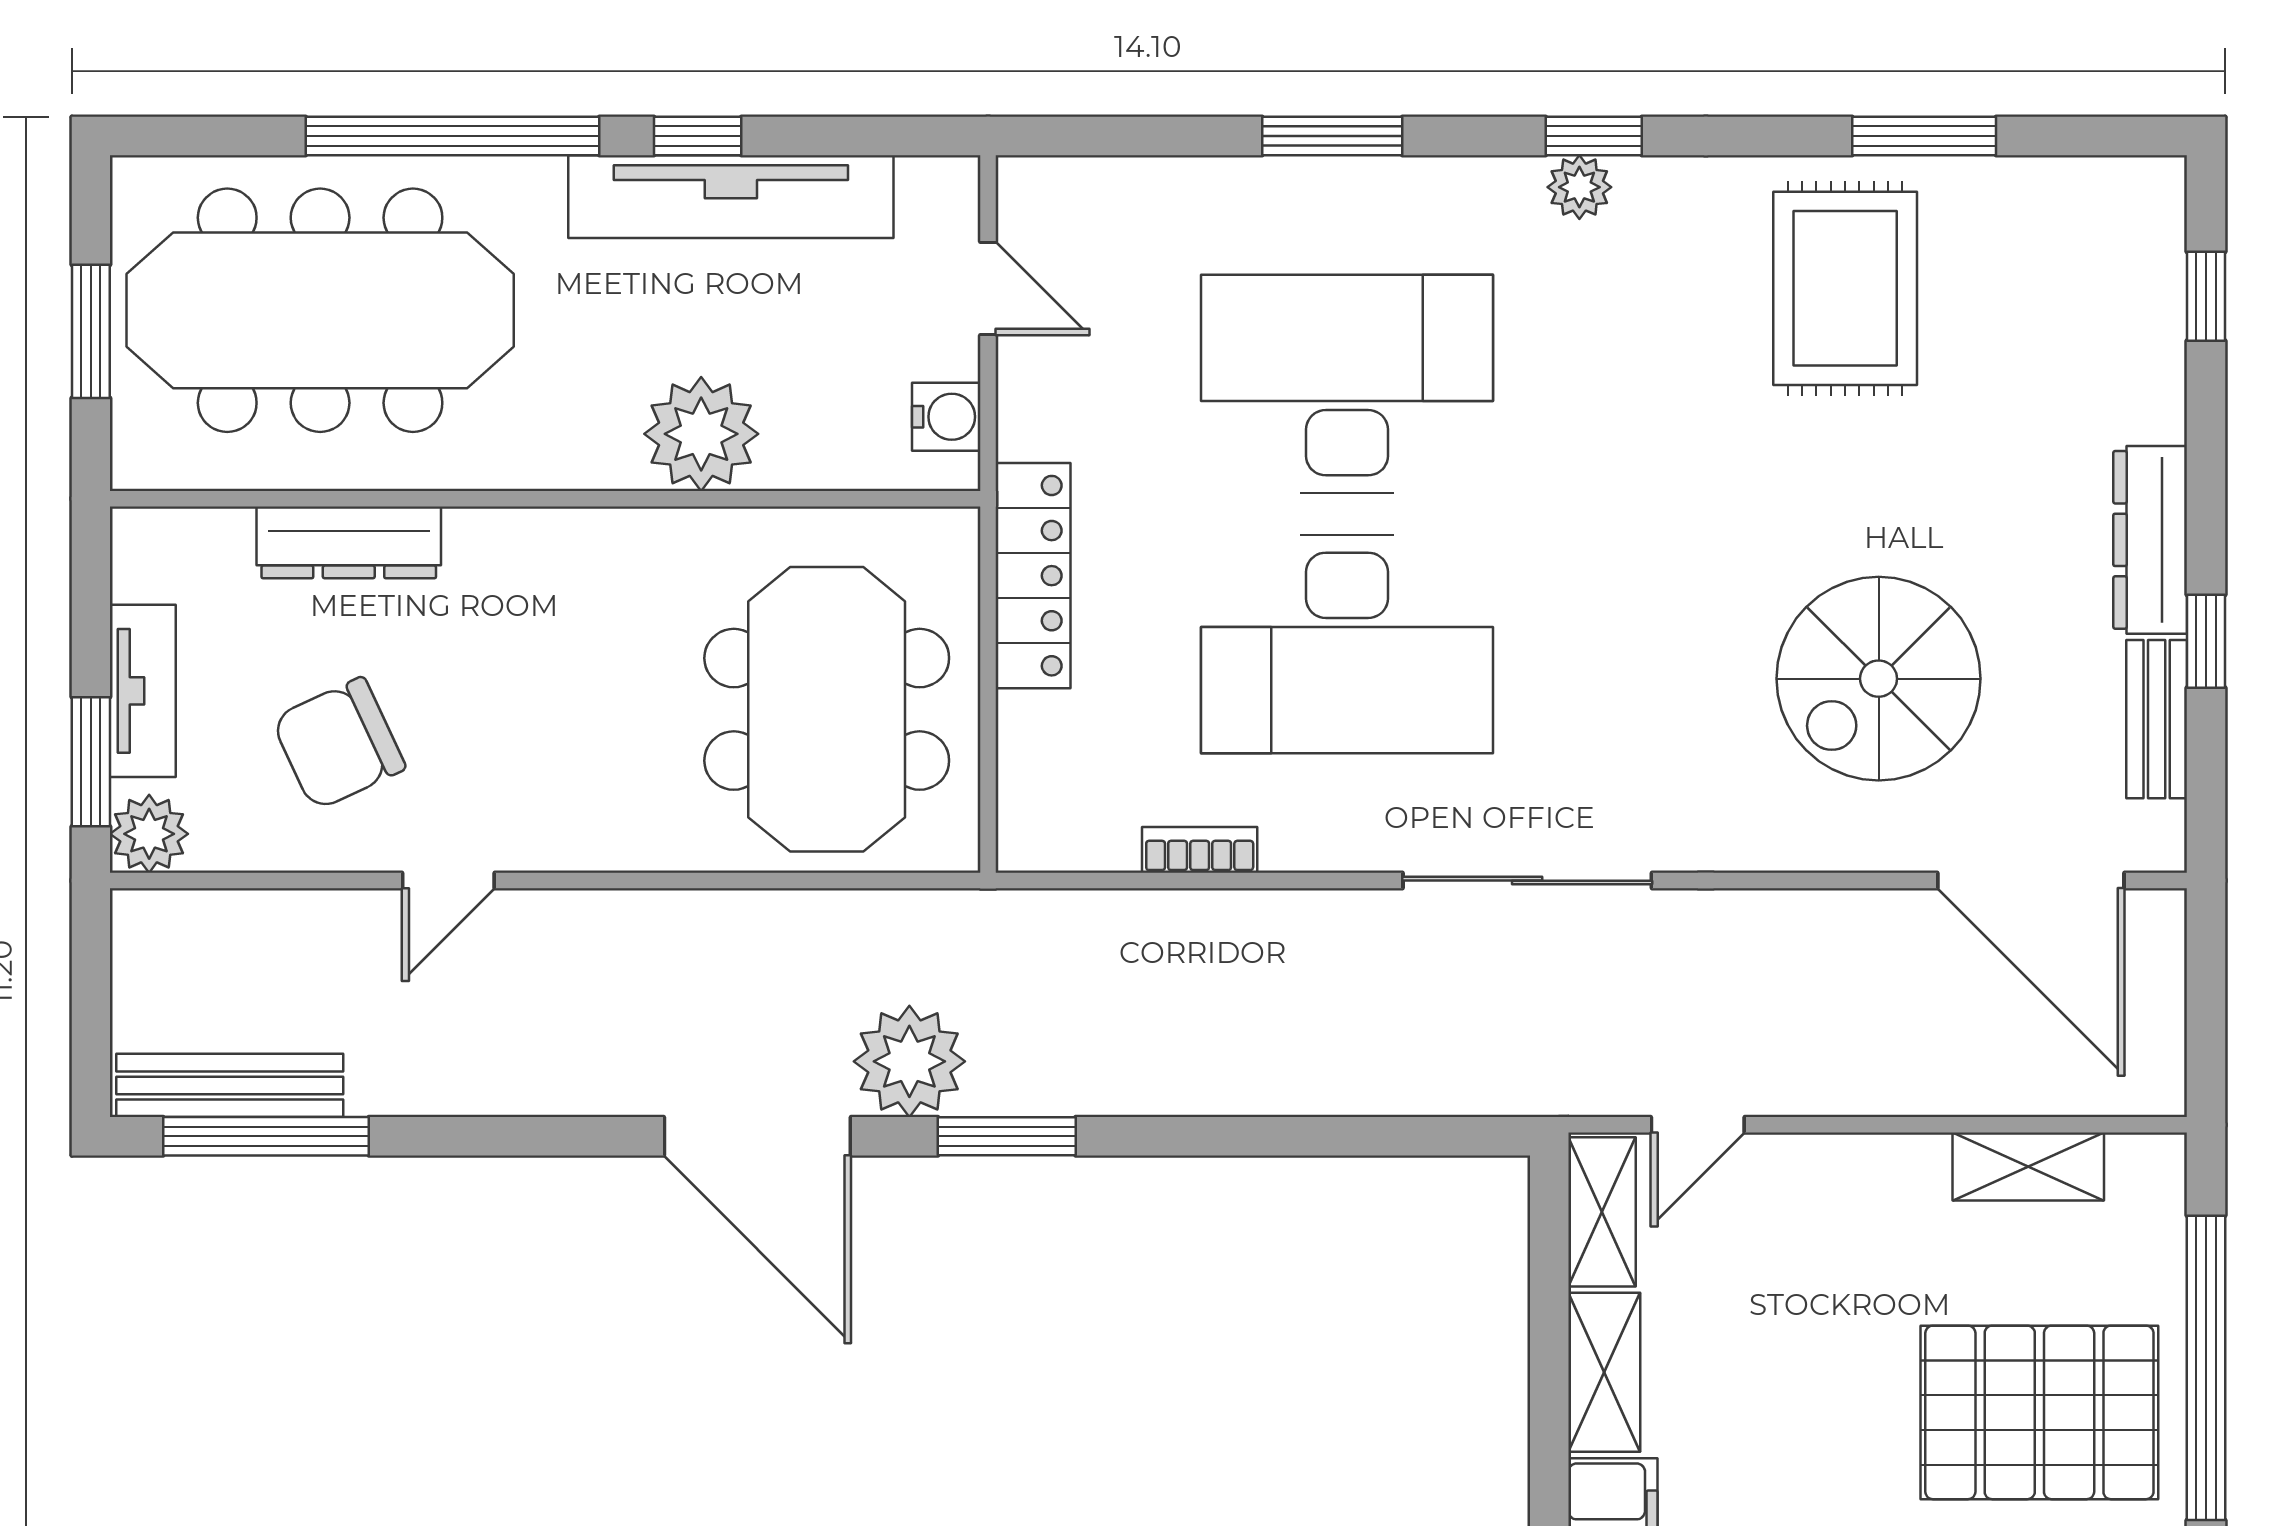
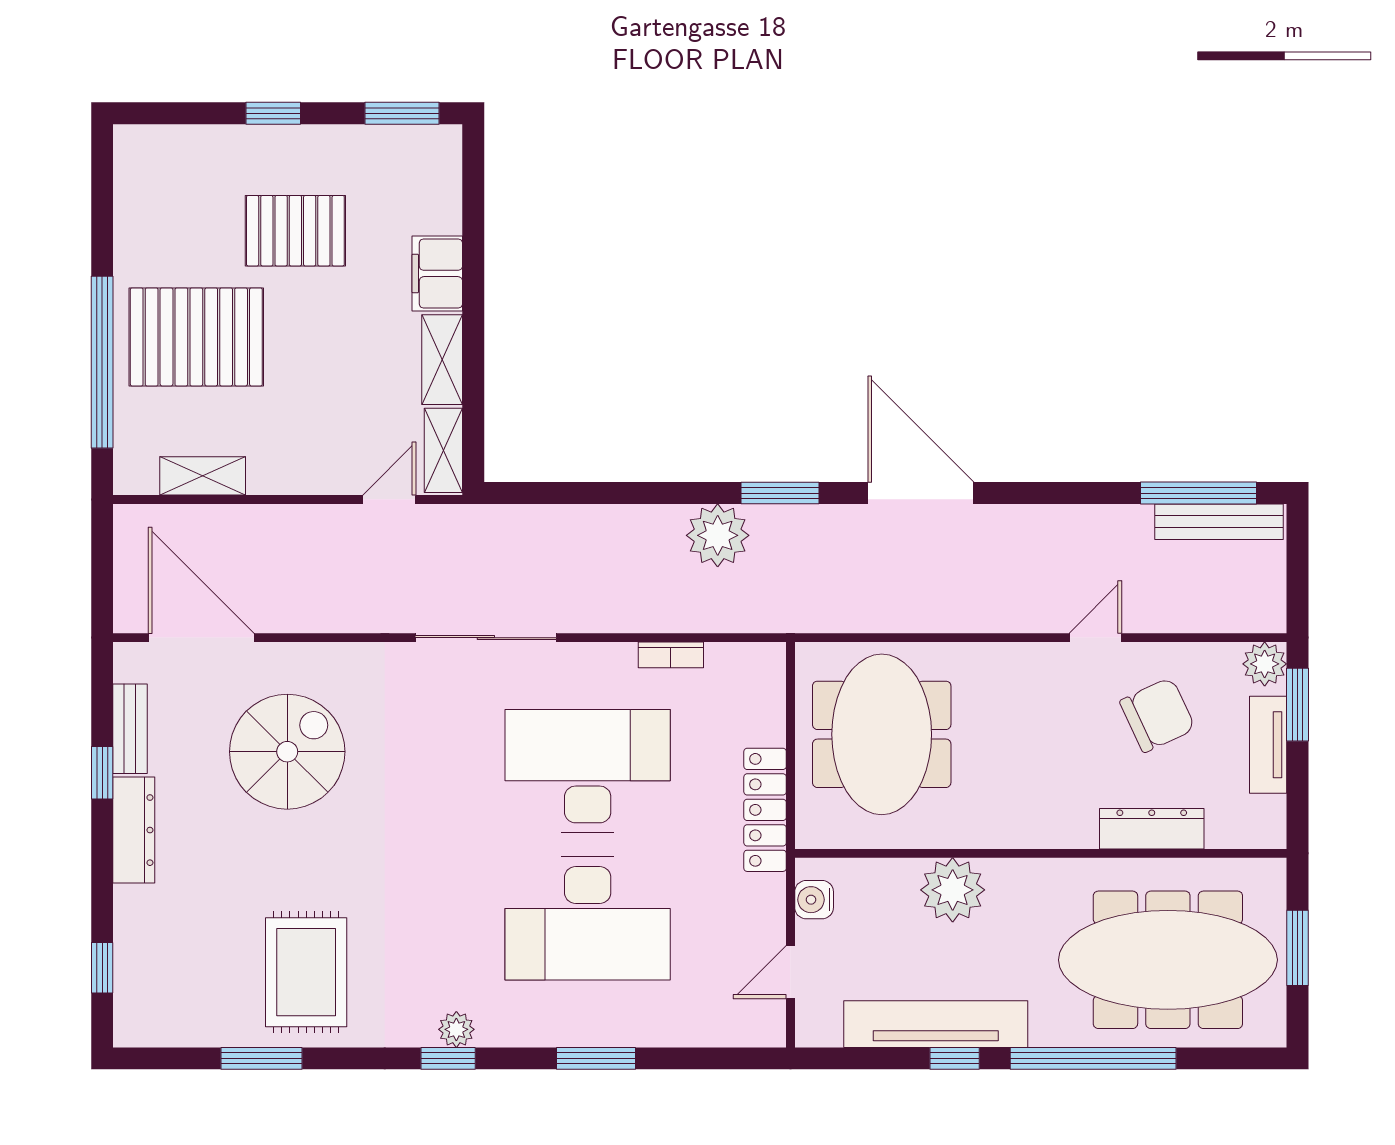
door: (988, 289) -> (790, 972), hinge flipped
plant: (909, 1061) -> (718, 535), moved

